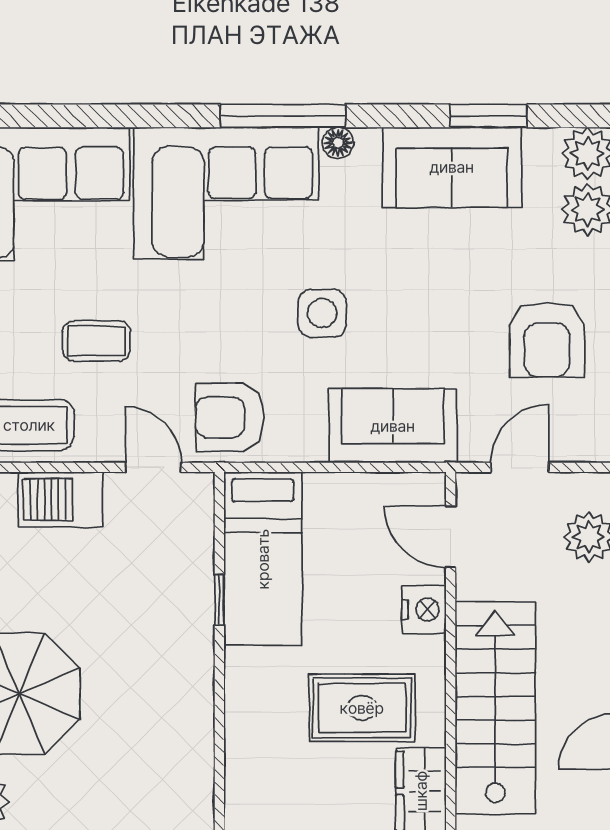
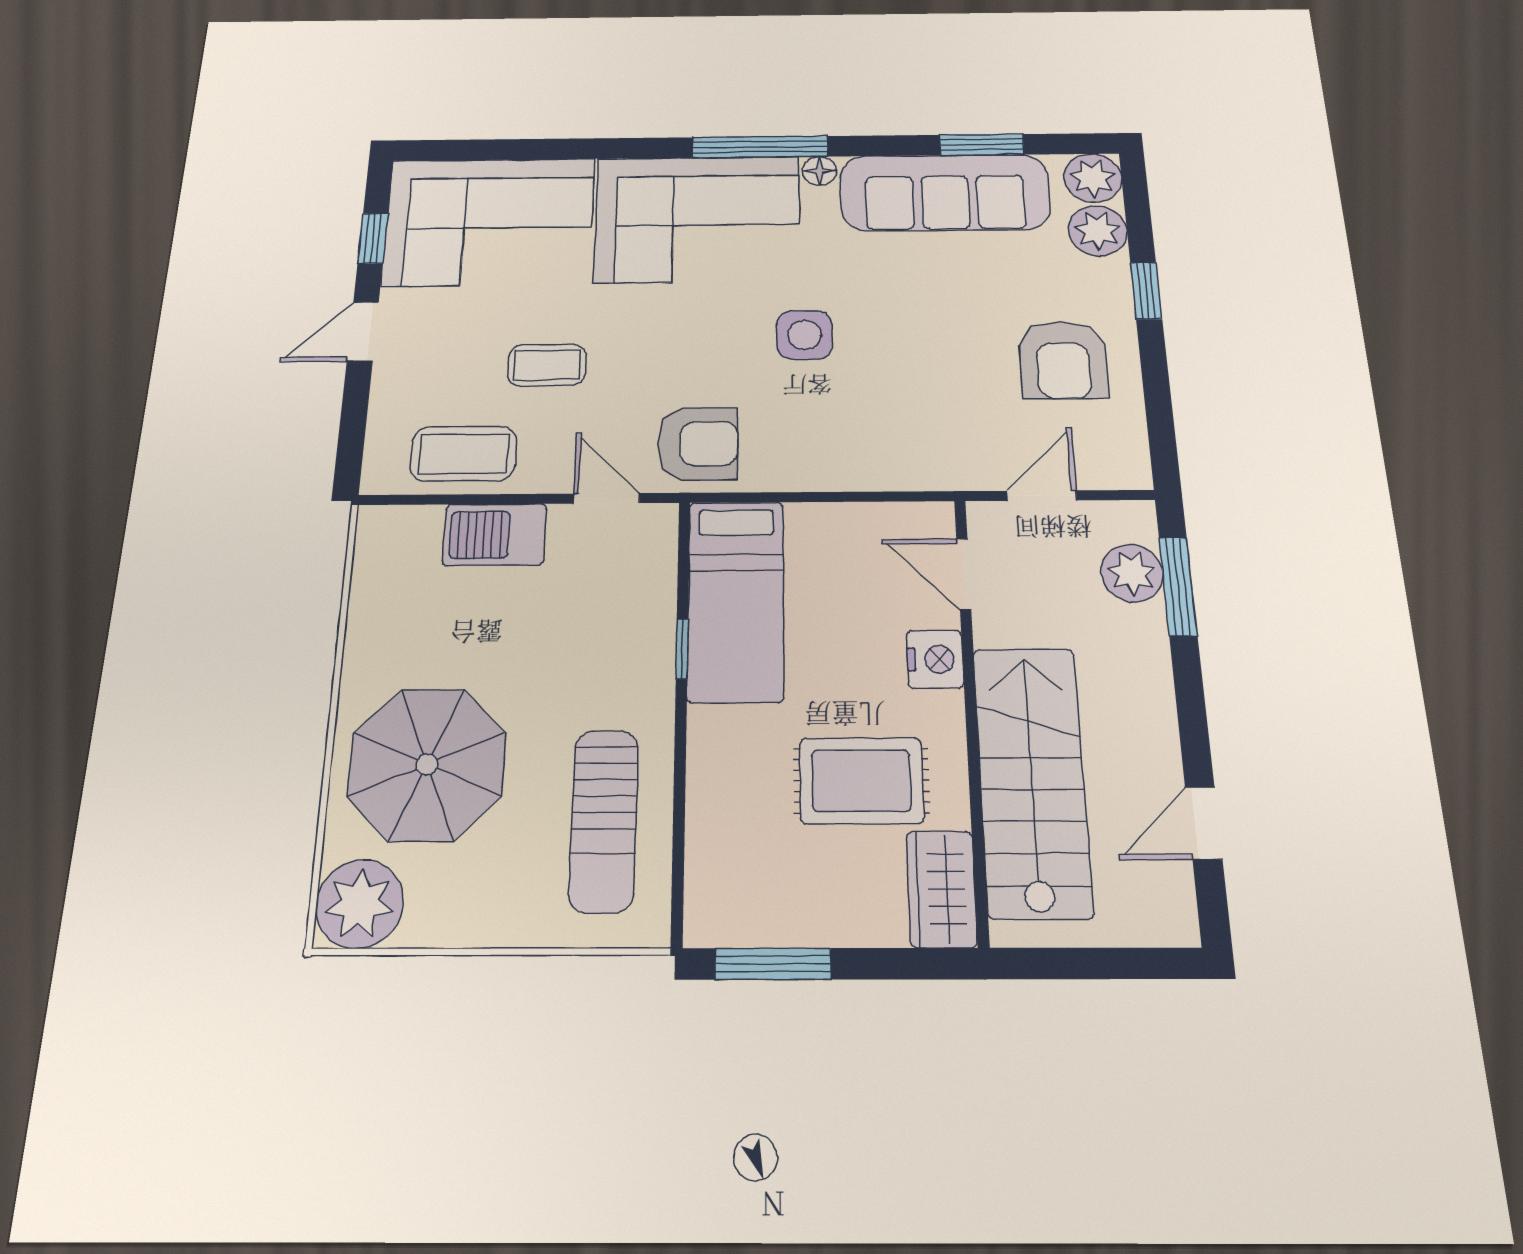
sofa: (452, 167) -> (945, 193), width x1.36
armchair: (230, 417) -> (698, 444), turned 180
sofa: (393, 426) -> (889, 451), removed
sun lounger: (161, 738) -> (604, 820), added

